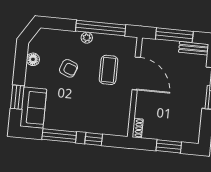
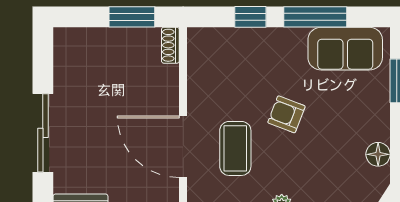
armchair: (69, 68) -> (286, 114), moved
sofa: (33, 108) -> (345, 49), moved, turned -90
window: (169, 146) -> (132, 17), moved

